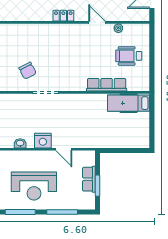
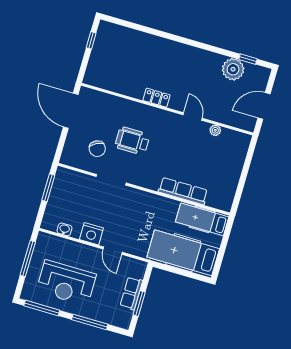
wheelchair: (129, 56) -> (132, 141), moved
hospital bed: (121, 134) -> (183, 253), added

